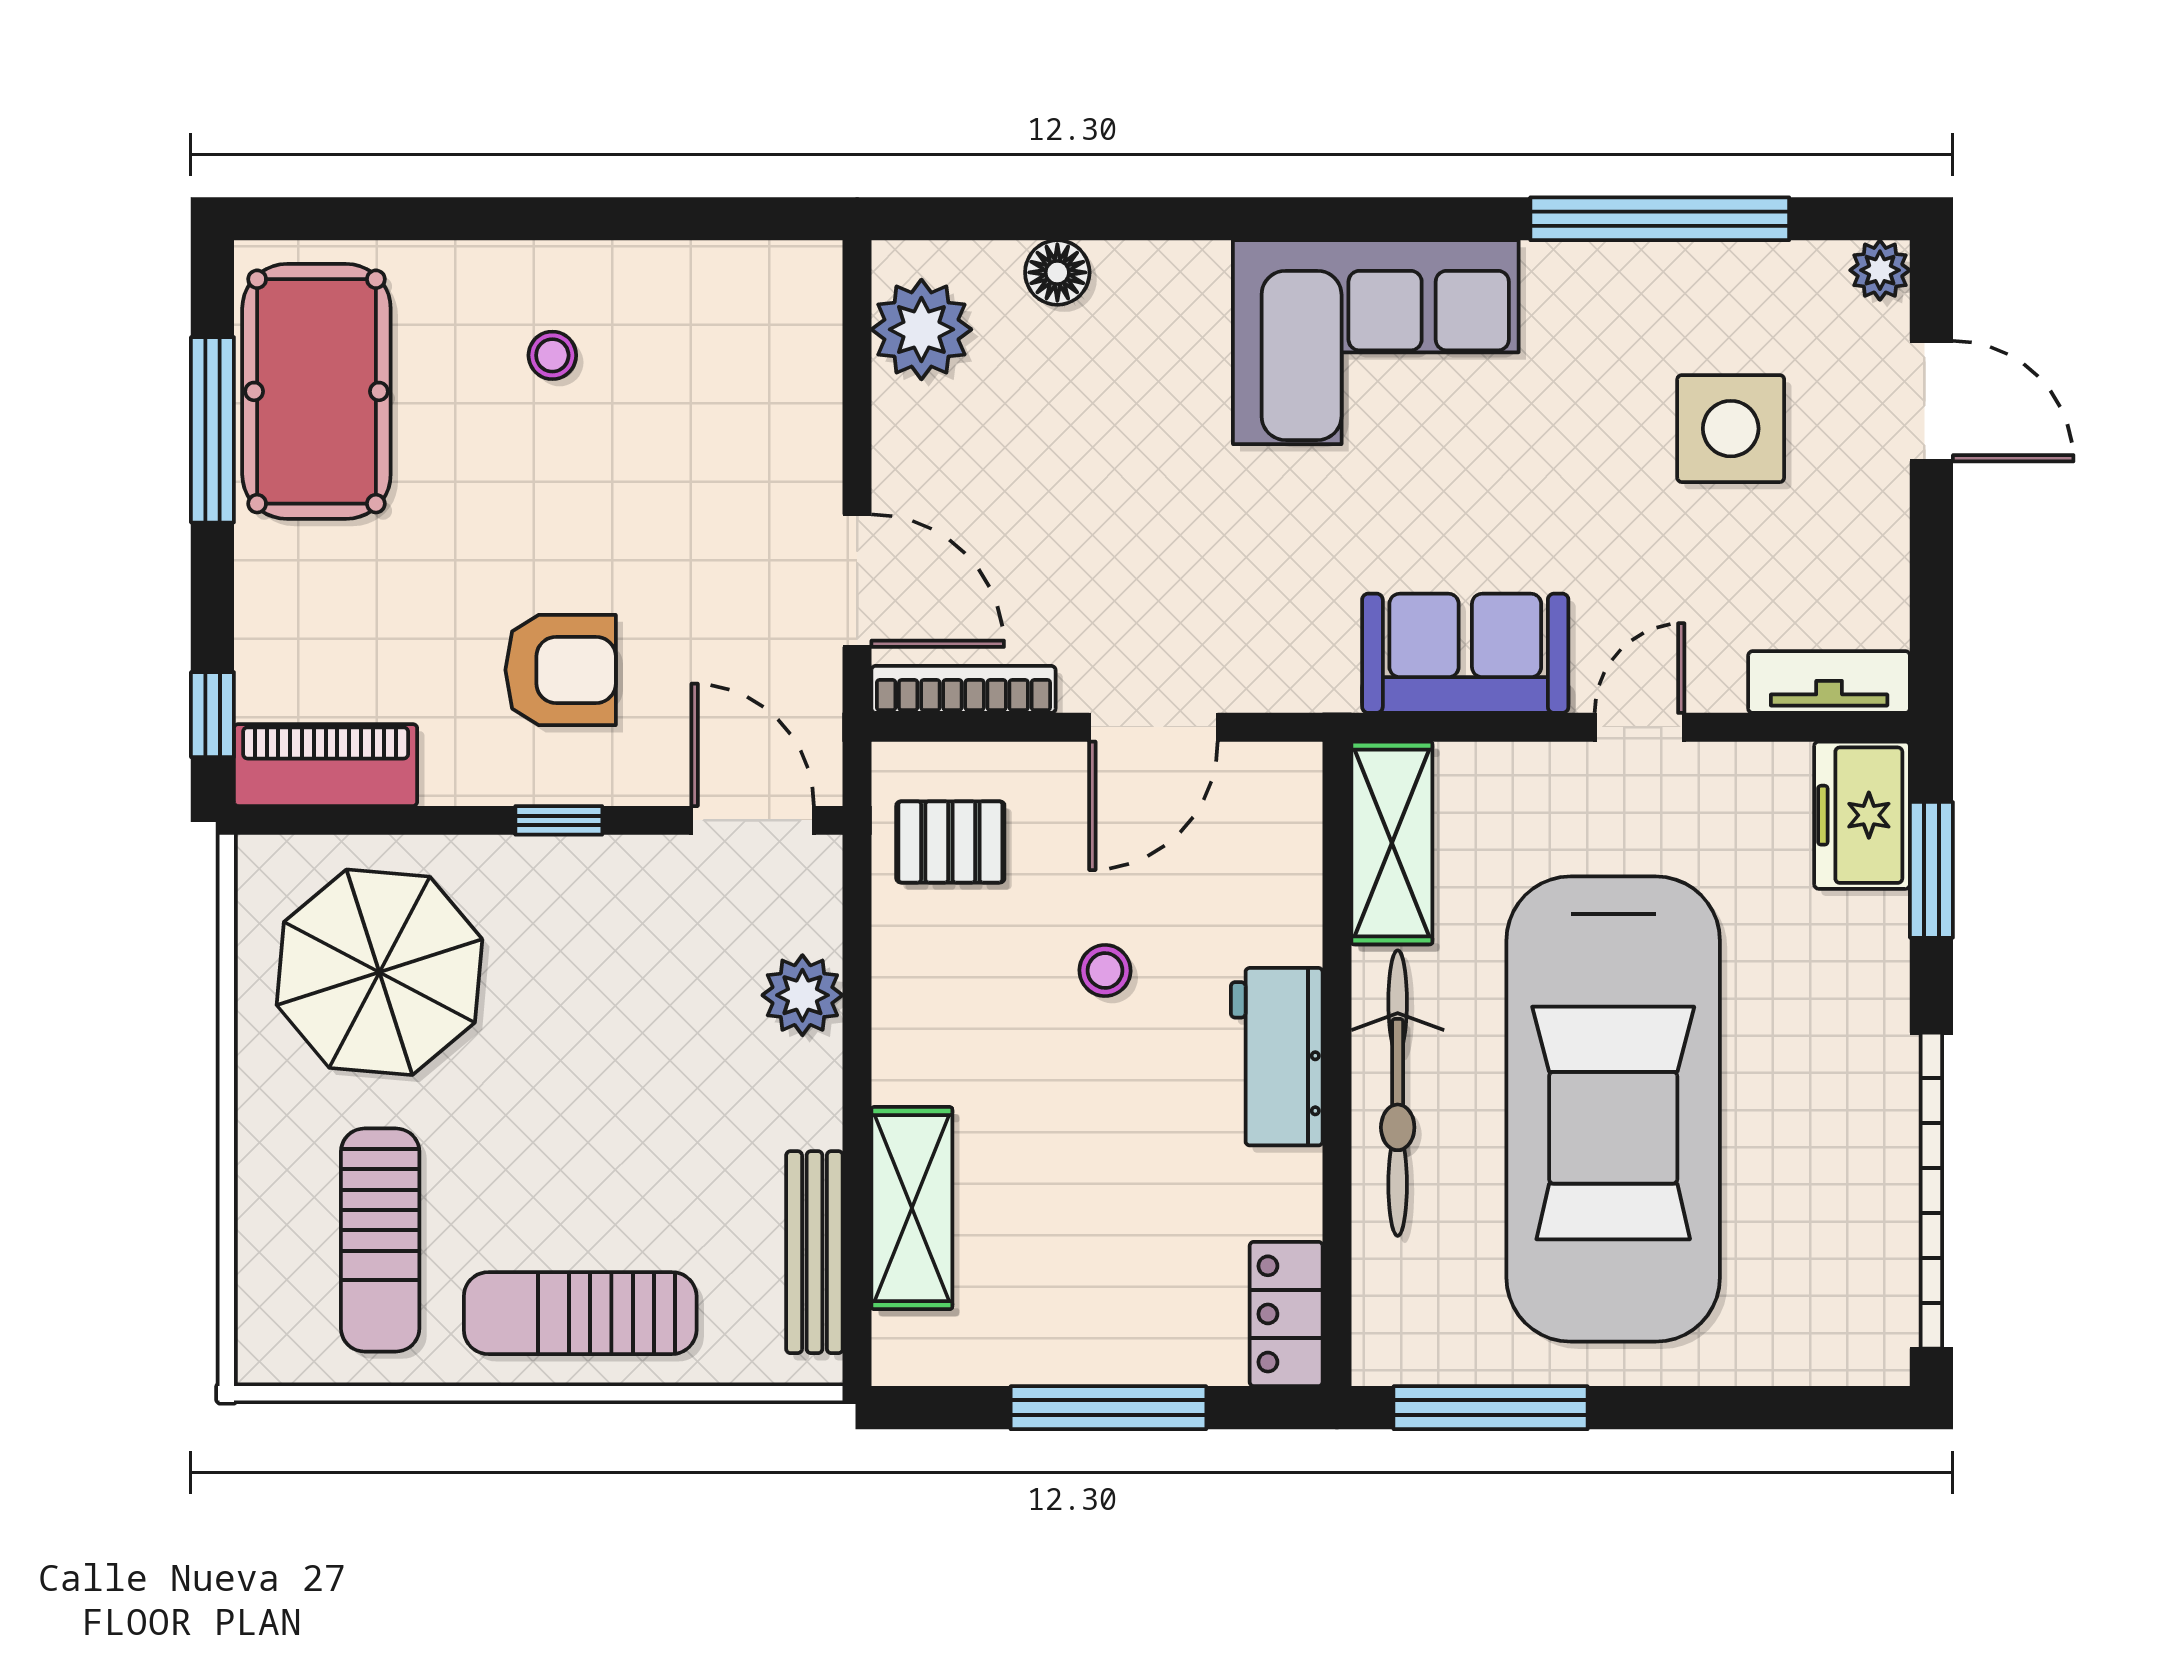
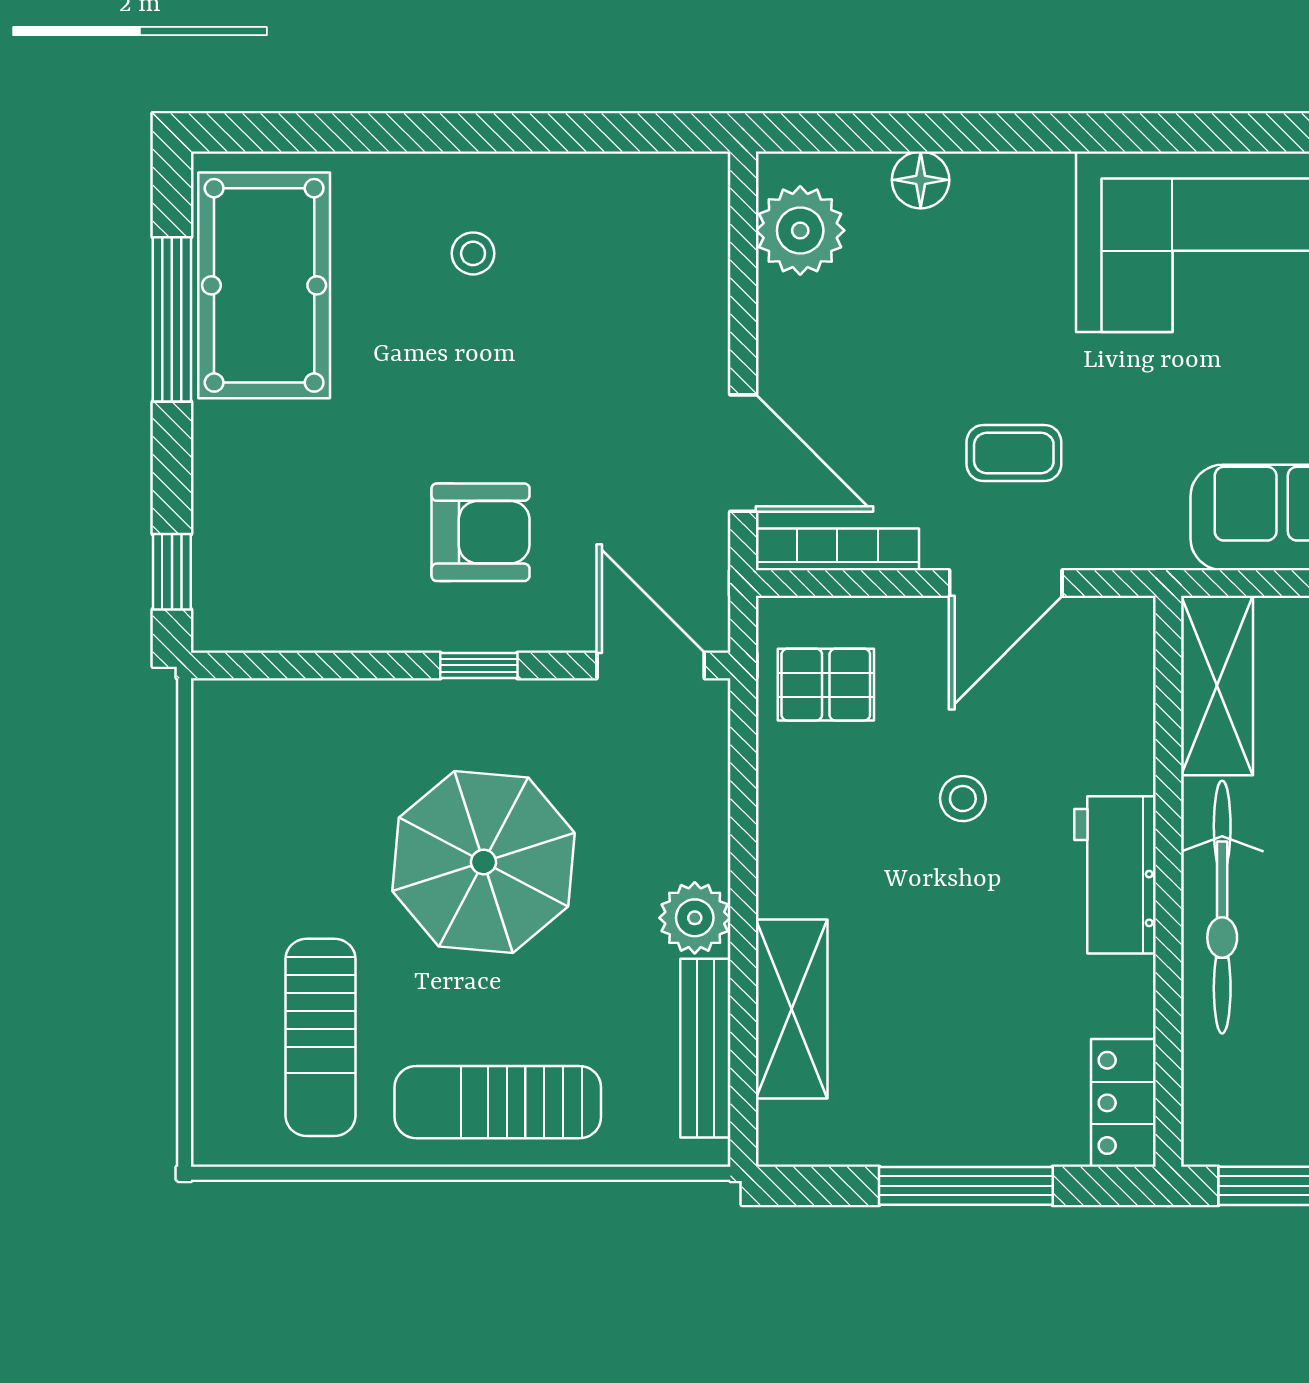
coffee table: (1163, 581) -> (1014, 453), added
piano: (326, 765) -> (272, 616), removed
parasol: (379, 972) -> (484, 862), moved
plant: (802, 995) -> (695, 918), moved

